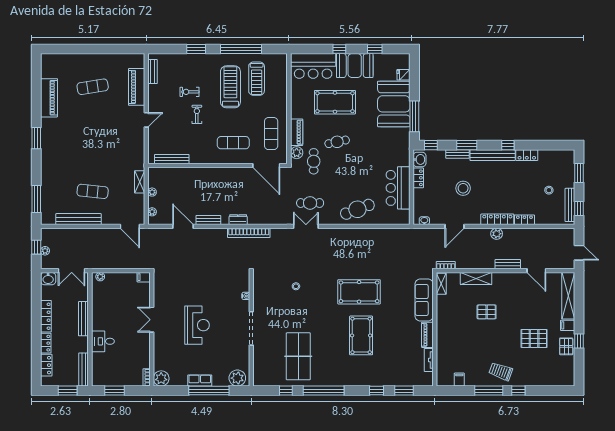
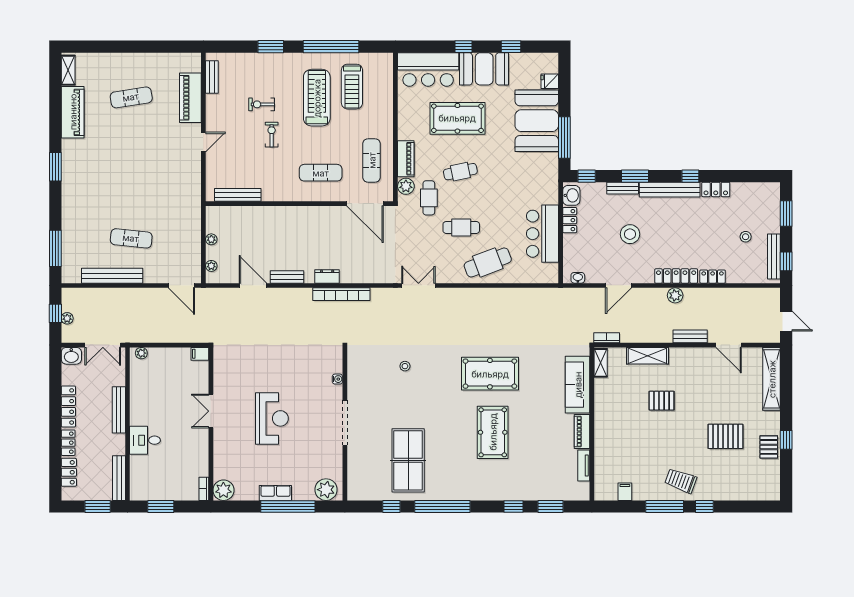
shelving: (140, 182) -> (68, 70), moved
cafe table: (310, 203) -> (461, 227), moved
filing cabinet: (568, 325) -> (771, 419), removed

